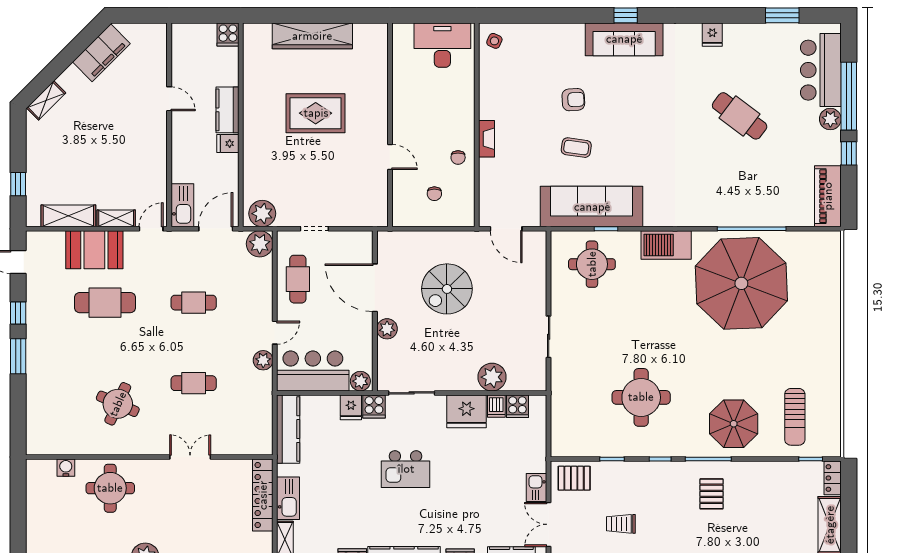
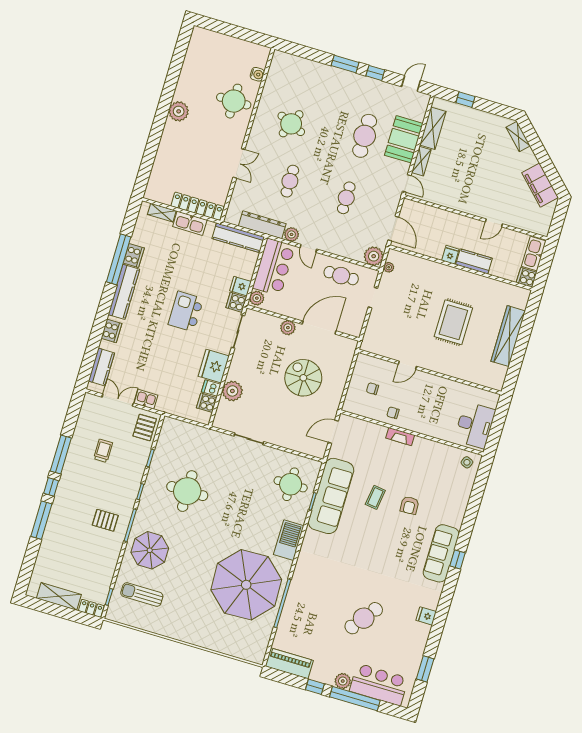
kitchen sink: (182, 205) -> (534, 254), moved, turned 90
plant: (262, 214) -> (389, 267), width x0.53, depth x0.53
dresser: (262, 403) -> (262, 225), added

